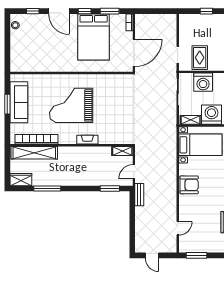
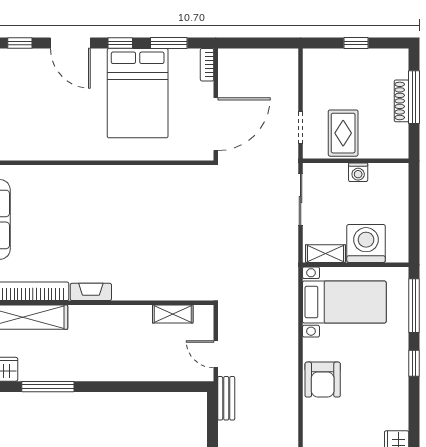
washing machine: (203, 82) -> (358, 172), width x0.53, depth x0.53
grand piano: (71, 105) -> (94, 226), removed
fireplace: (87, 140) -> (91, 292), moved
shelving: (122, 151) -> (173, 314), moved
door: (134, 172) -> (216, 354), hinge flipped
armchair: (189, 185) -> (323, 380), turned 90
window: (110, 188) -> (169, 387), removed

